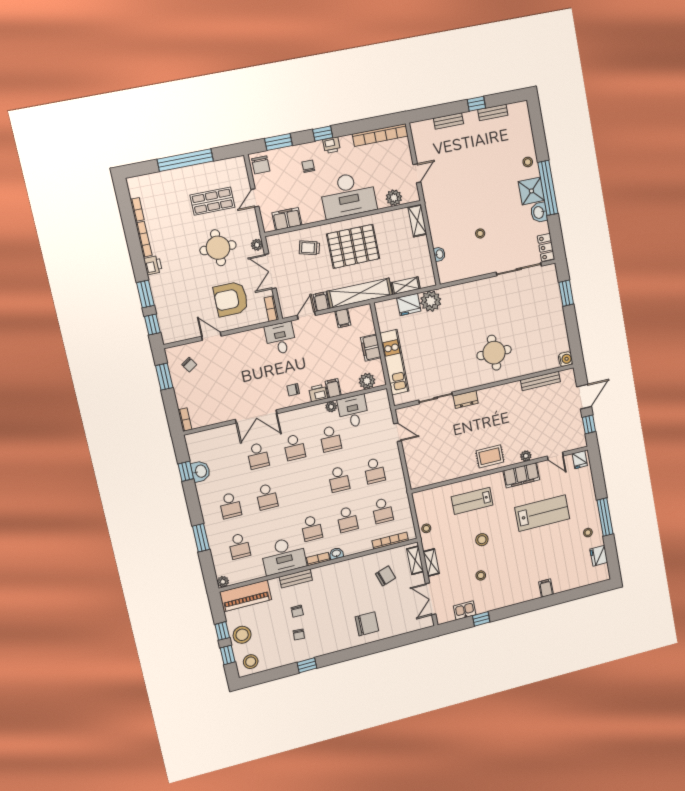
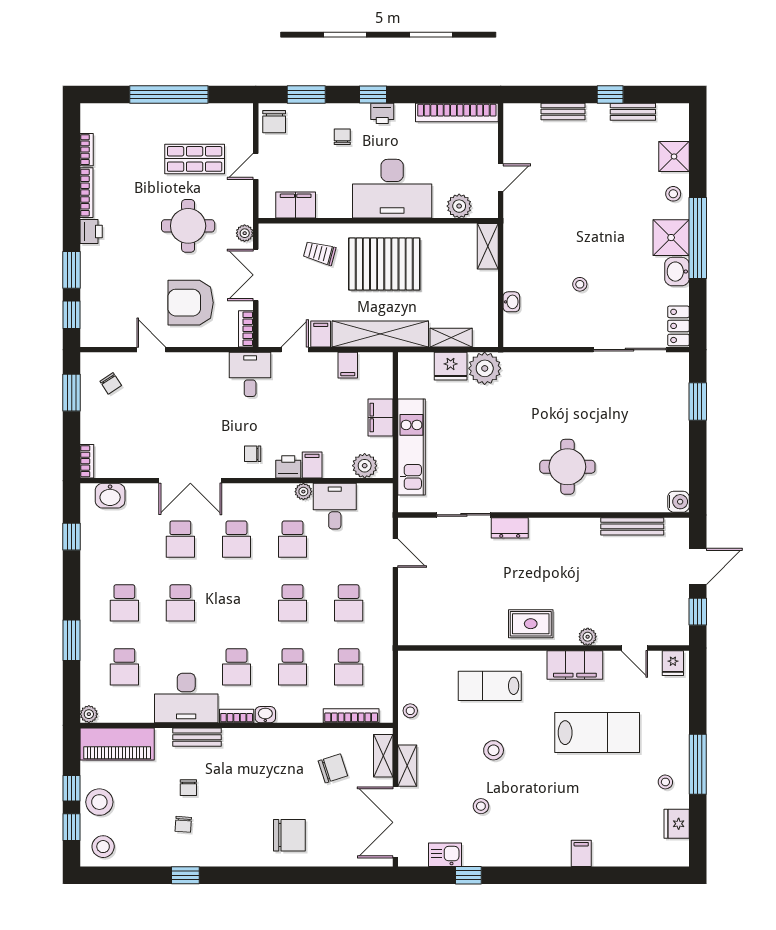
shower: (524, 137) -> (674, 156), added
washbasin: (201, 471) -> (110, 496), moved, turned 90
double door: (431, 599) -> (395, 822), width x1.37

